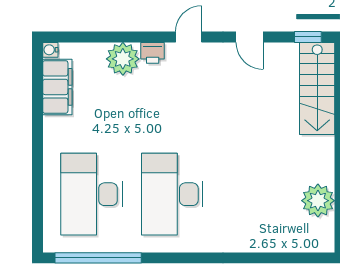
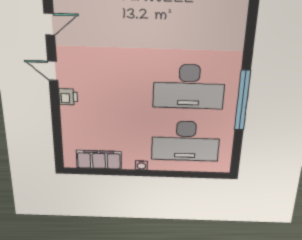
water cooler: (50, 50) -> (141, 165), moved
plant: (123, 59) -> (74, 117), removed
window: (98, 258) -> (242, 101), moved

